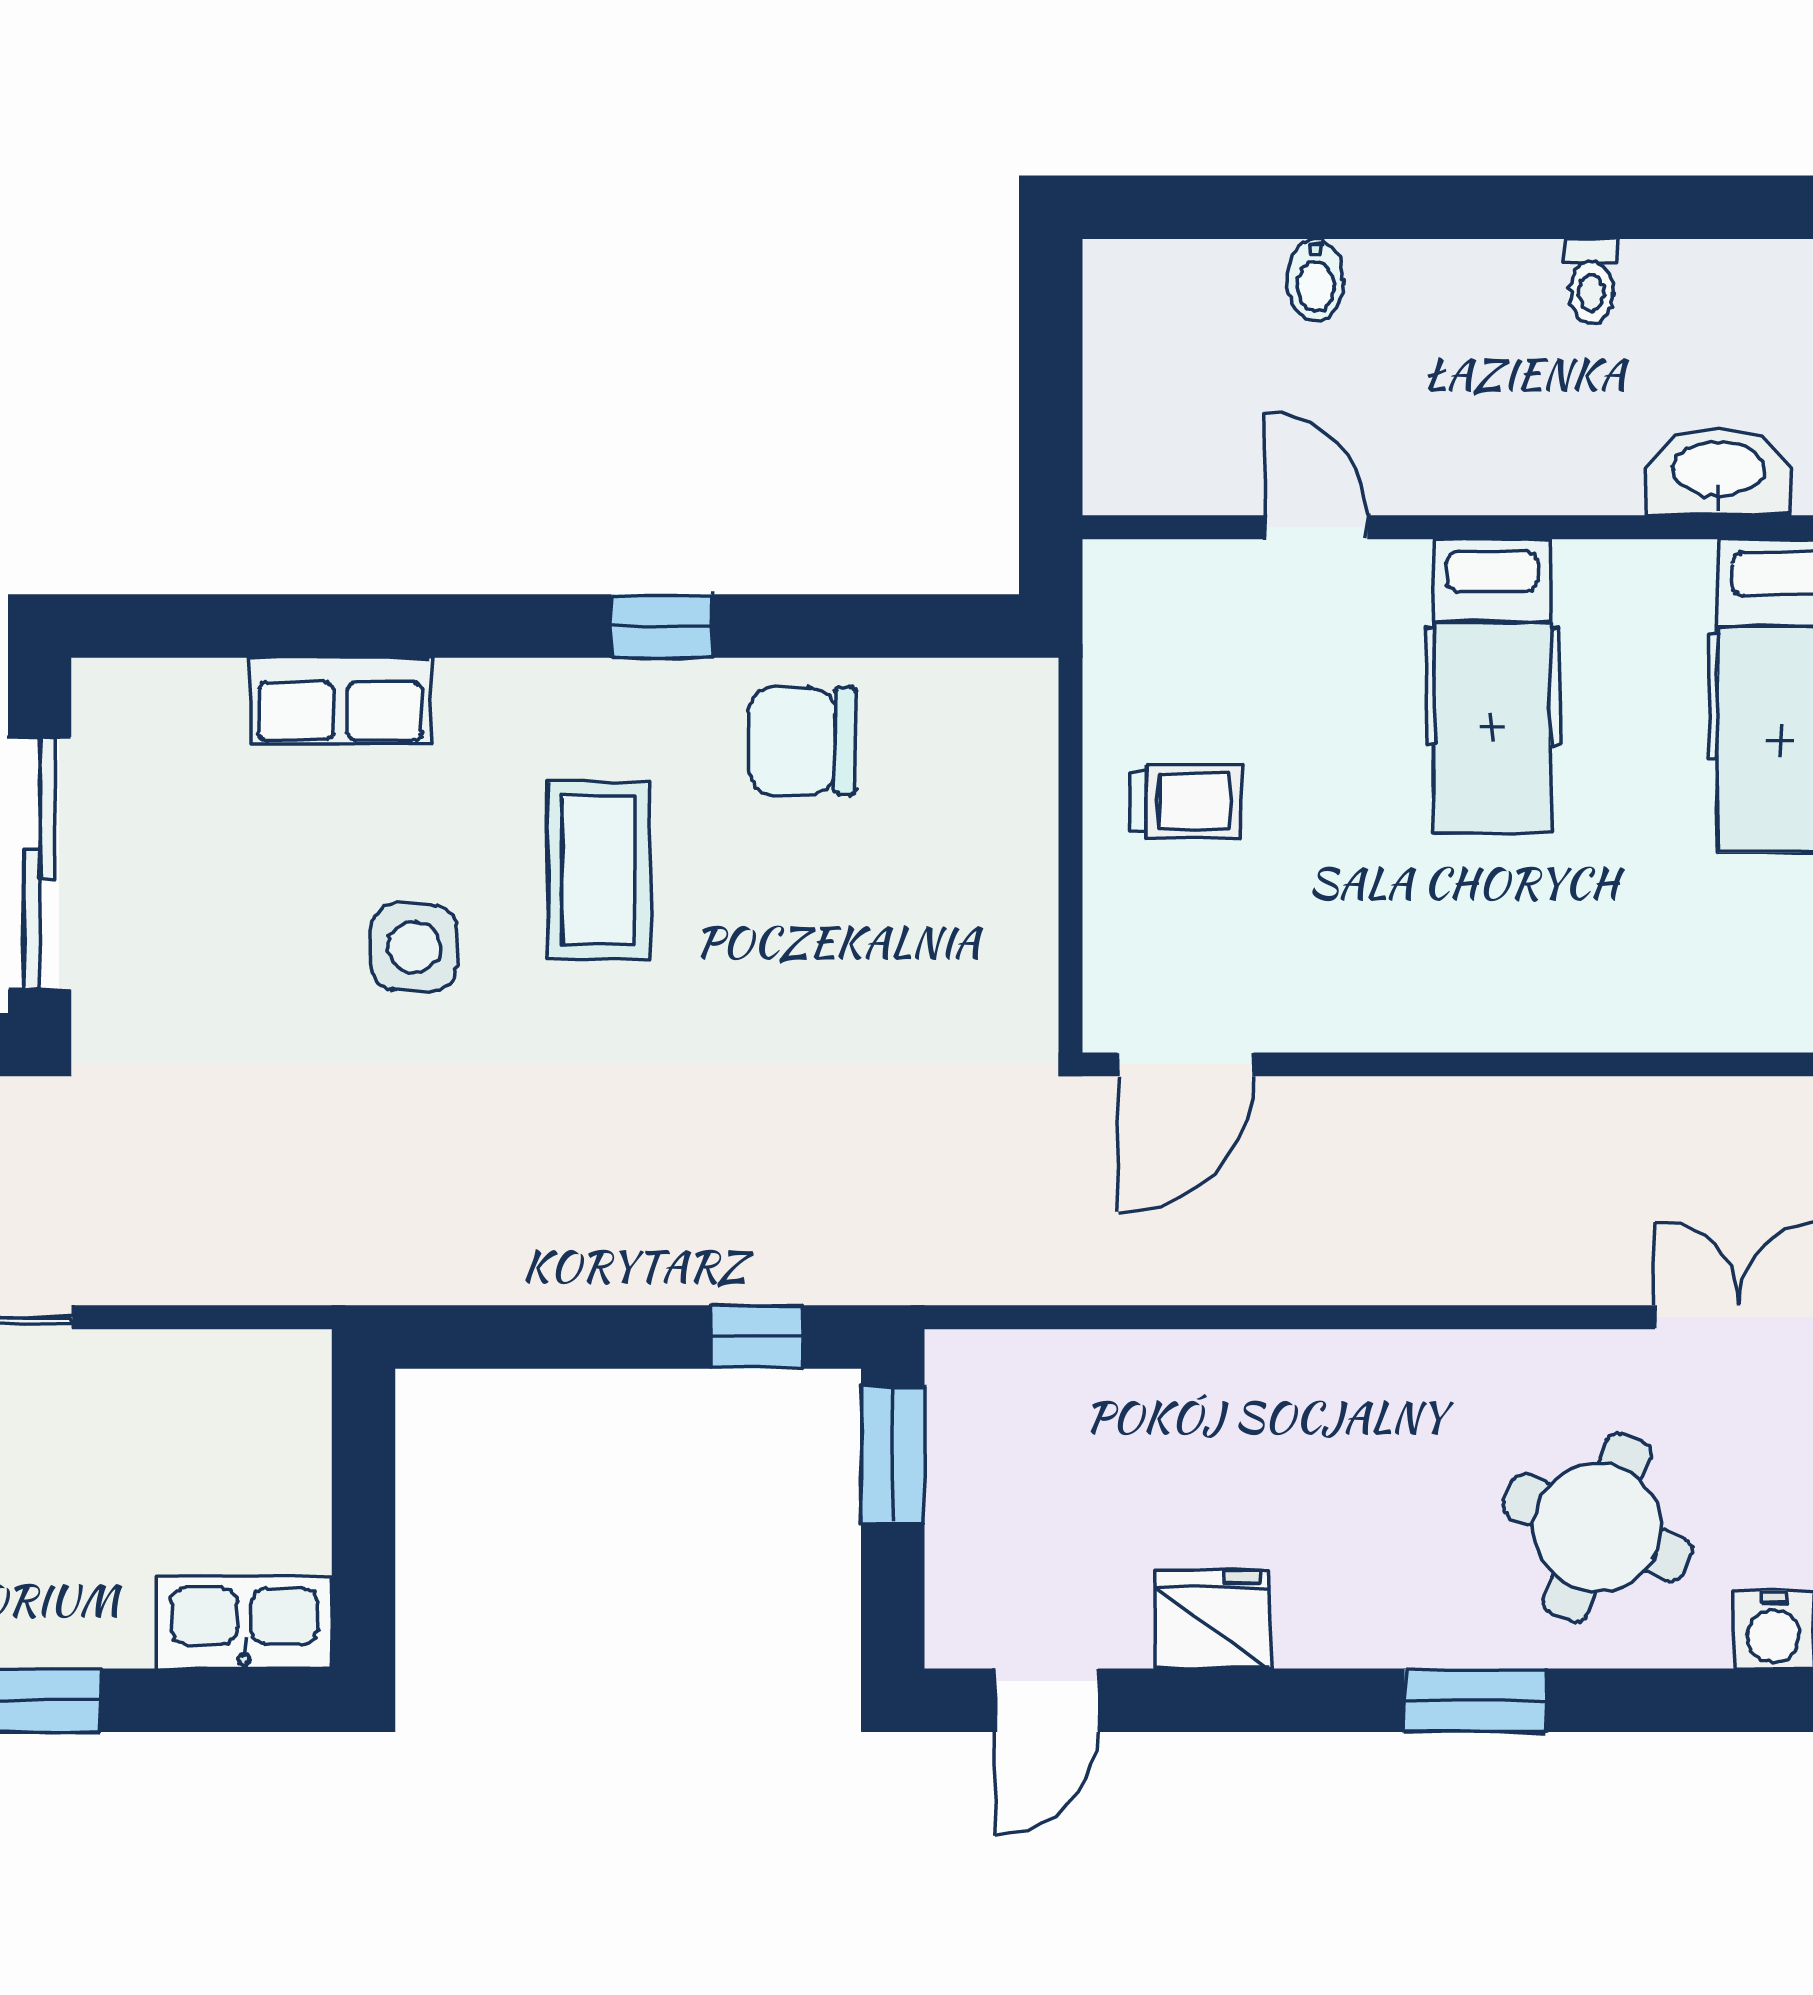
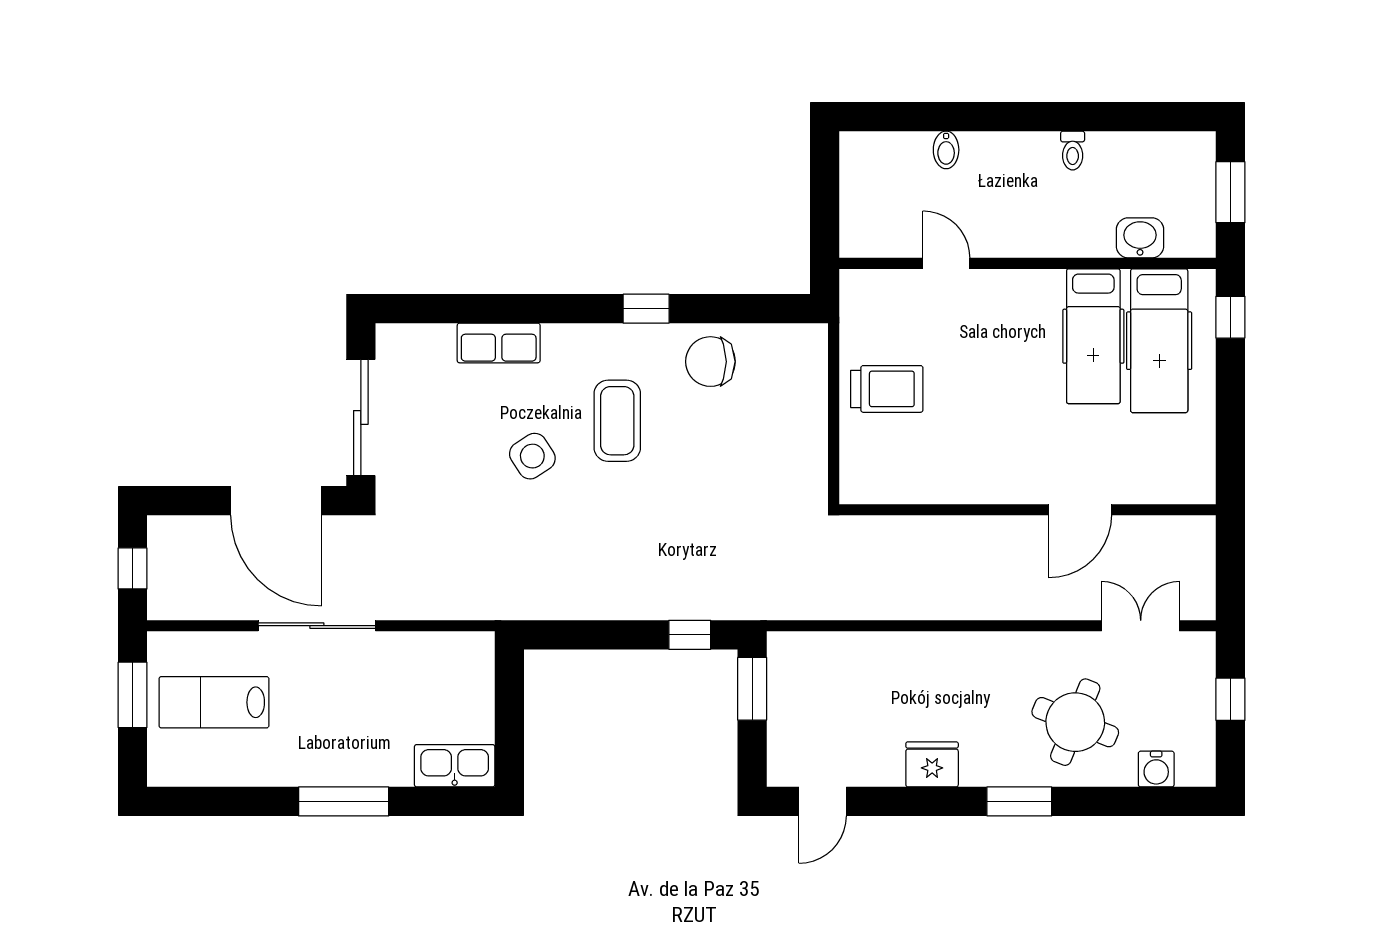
washbasin: (1719, 472) -> (1140, 238), width x0.72
hospital bed: (1492, 686) -> (1093, 336), moved
trolley: (1186, 801) -> (887, 389), width x1.36, depth x1.39
side table: (414, 947) -> (532, 456), turned -33
door: (1186, 1064) -> (1080, 510), moved
fridge: (1212, 1619) -> (932, 764), moved

